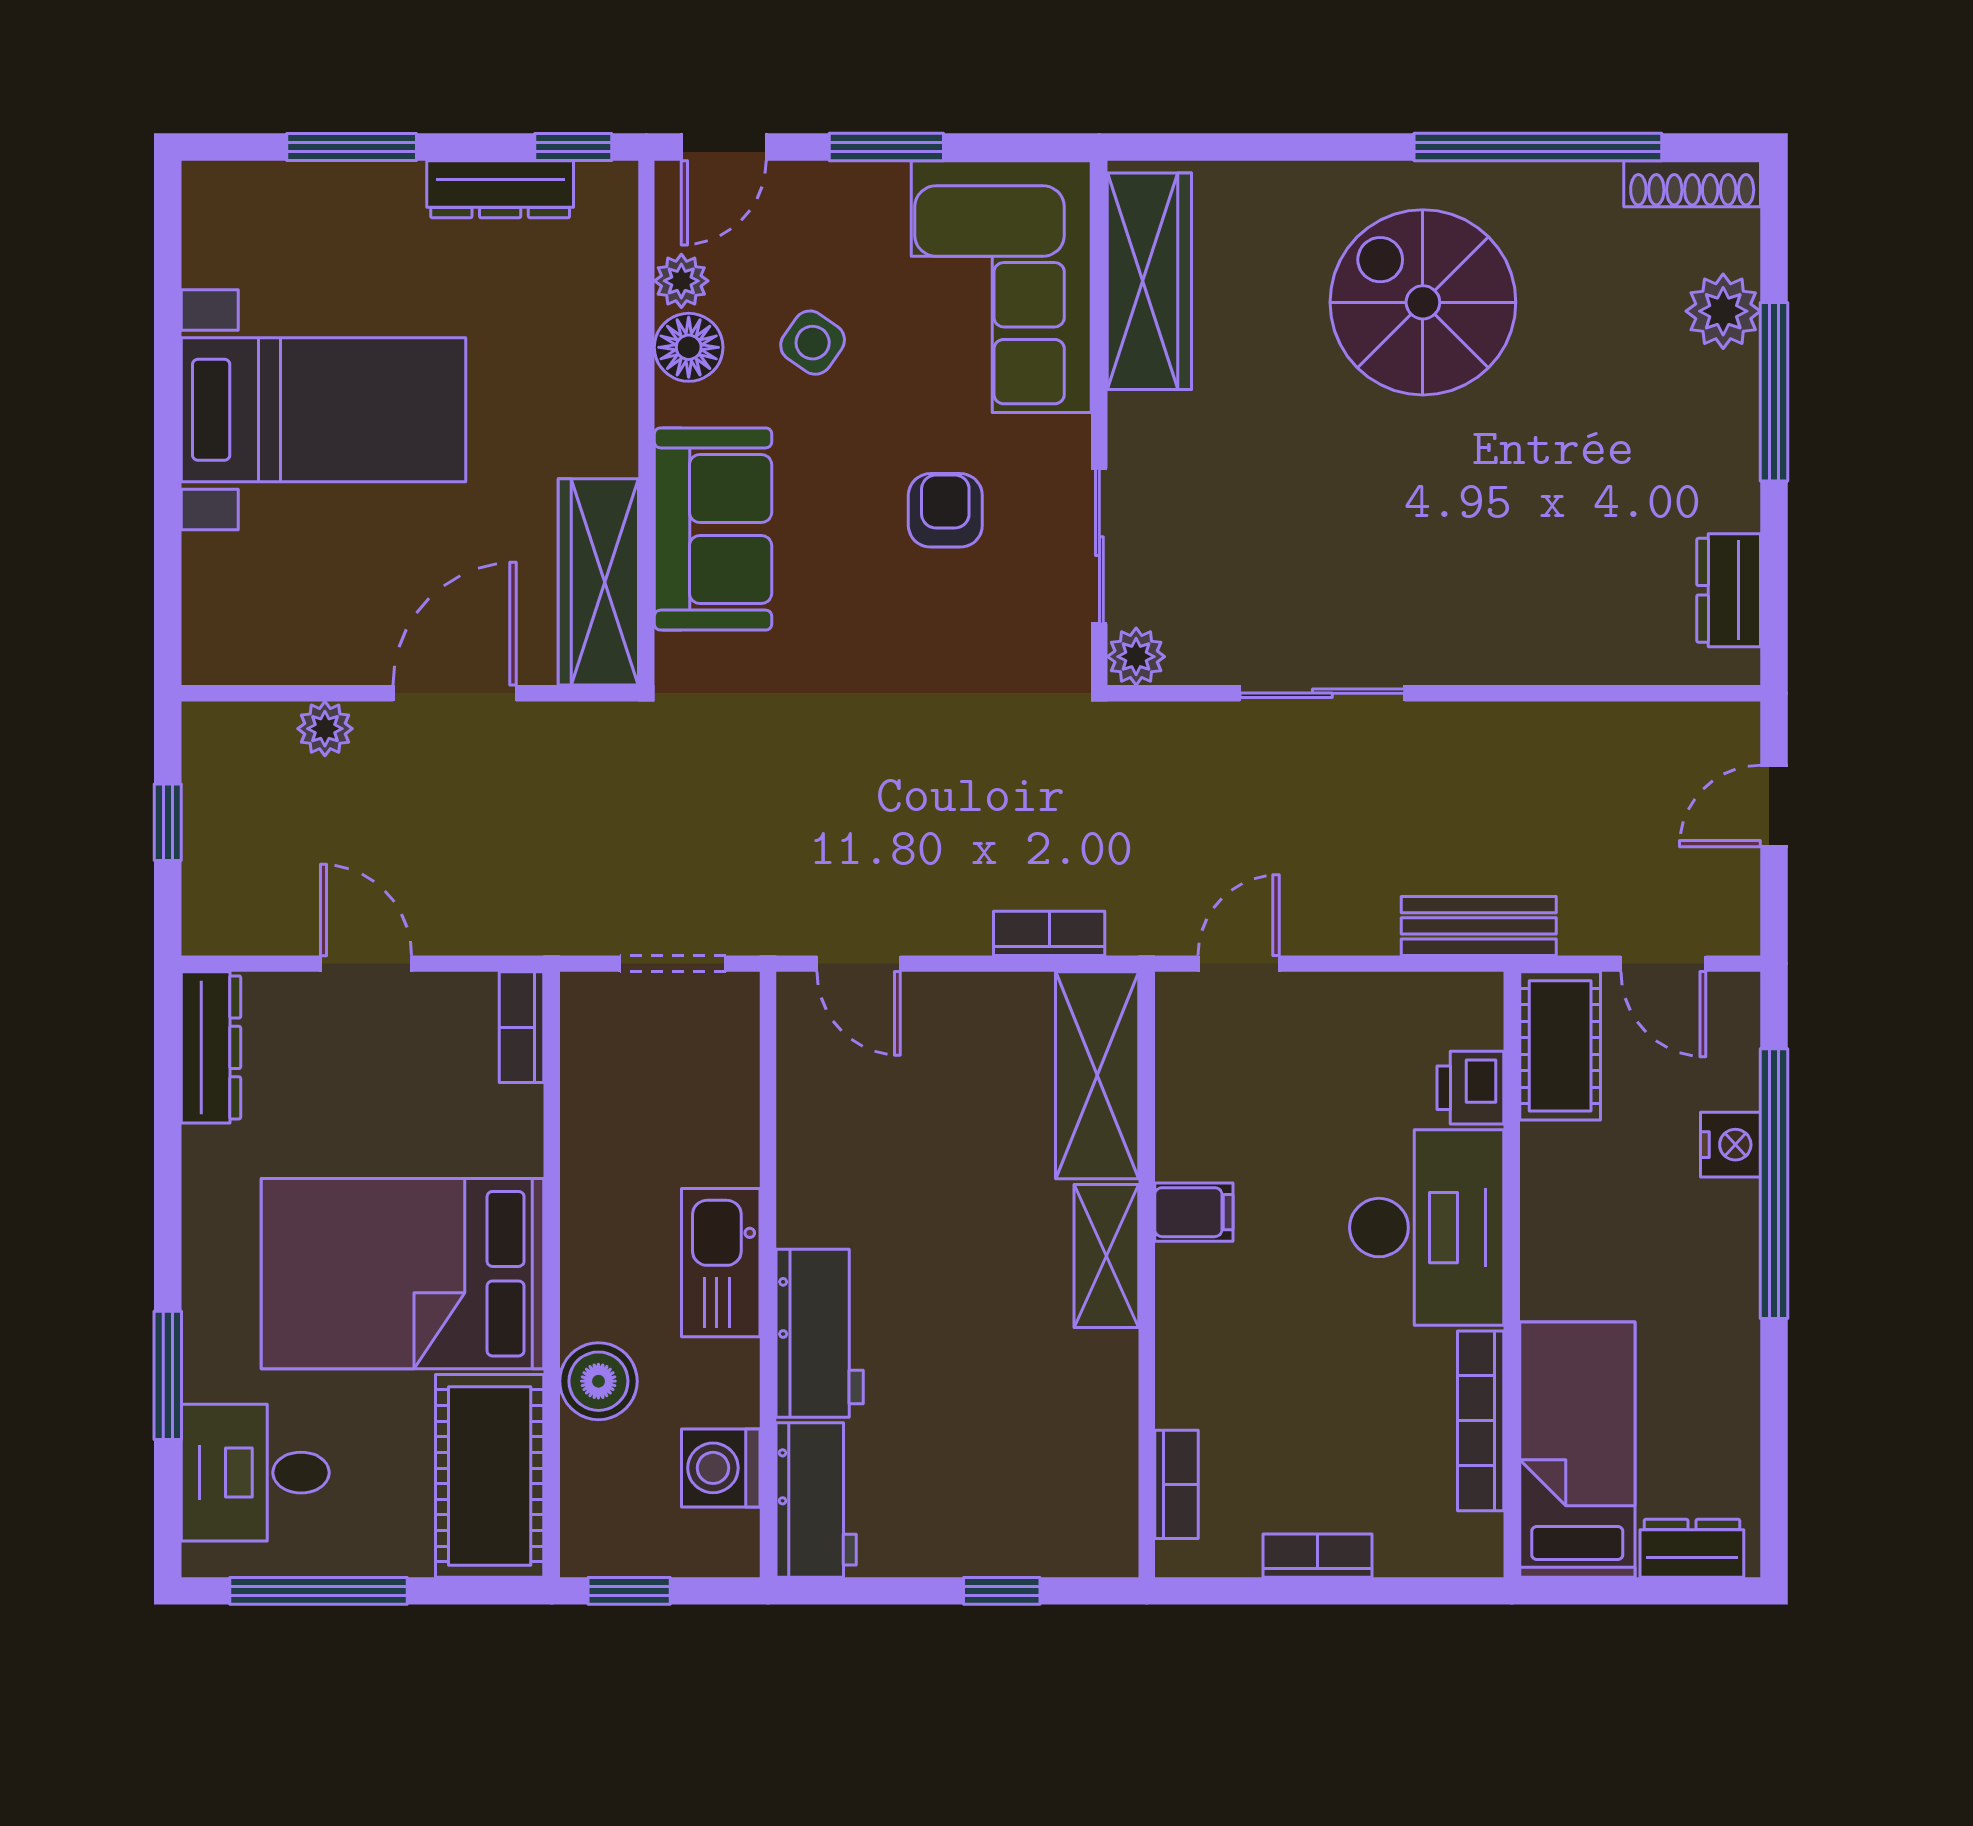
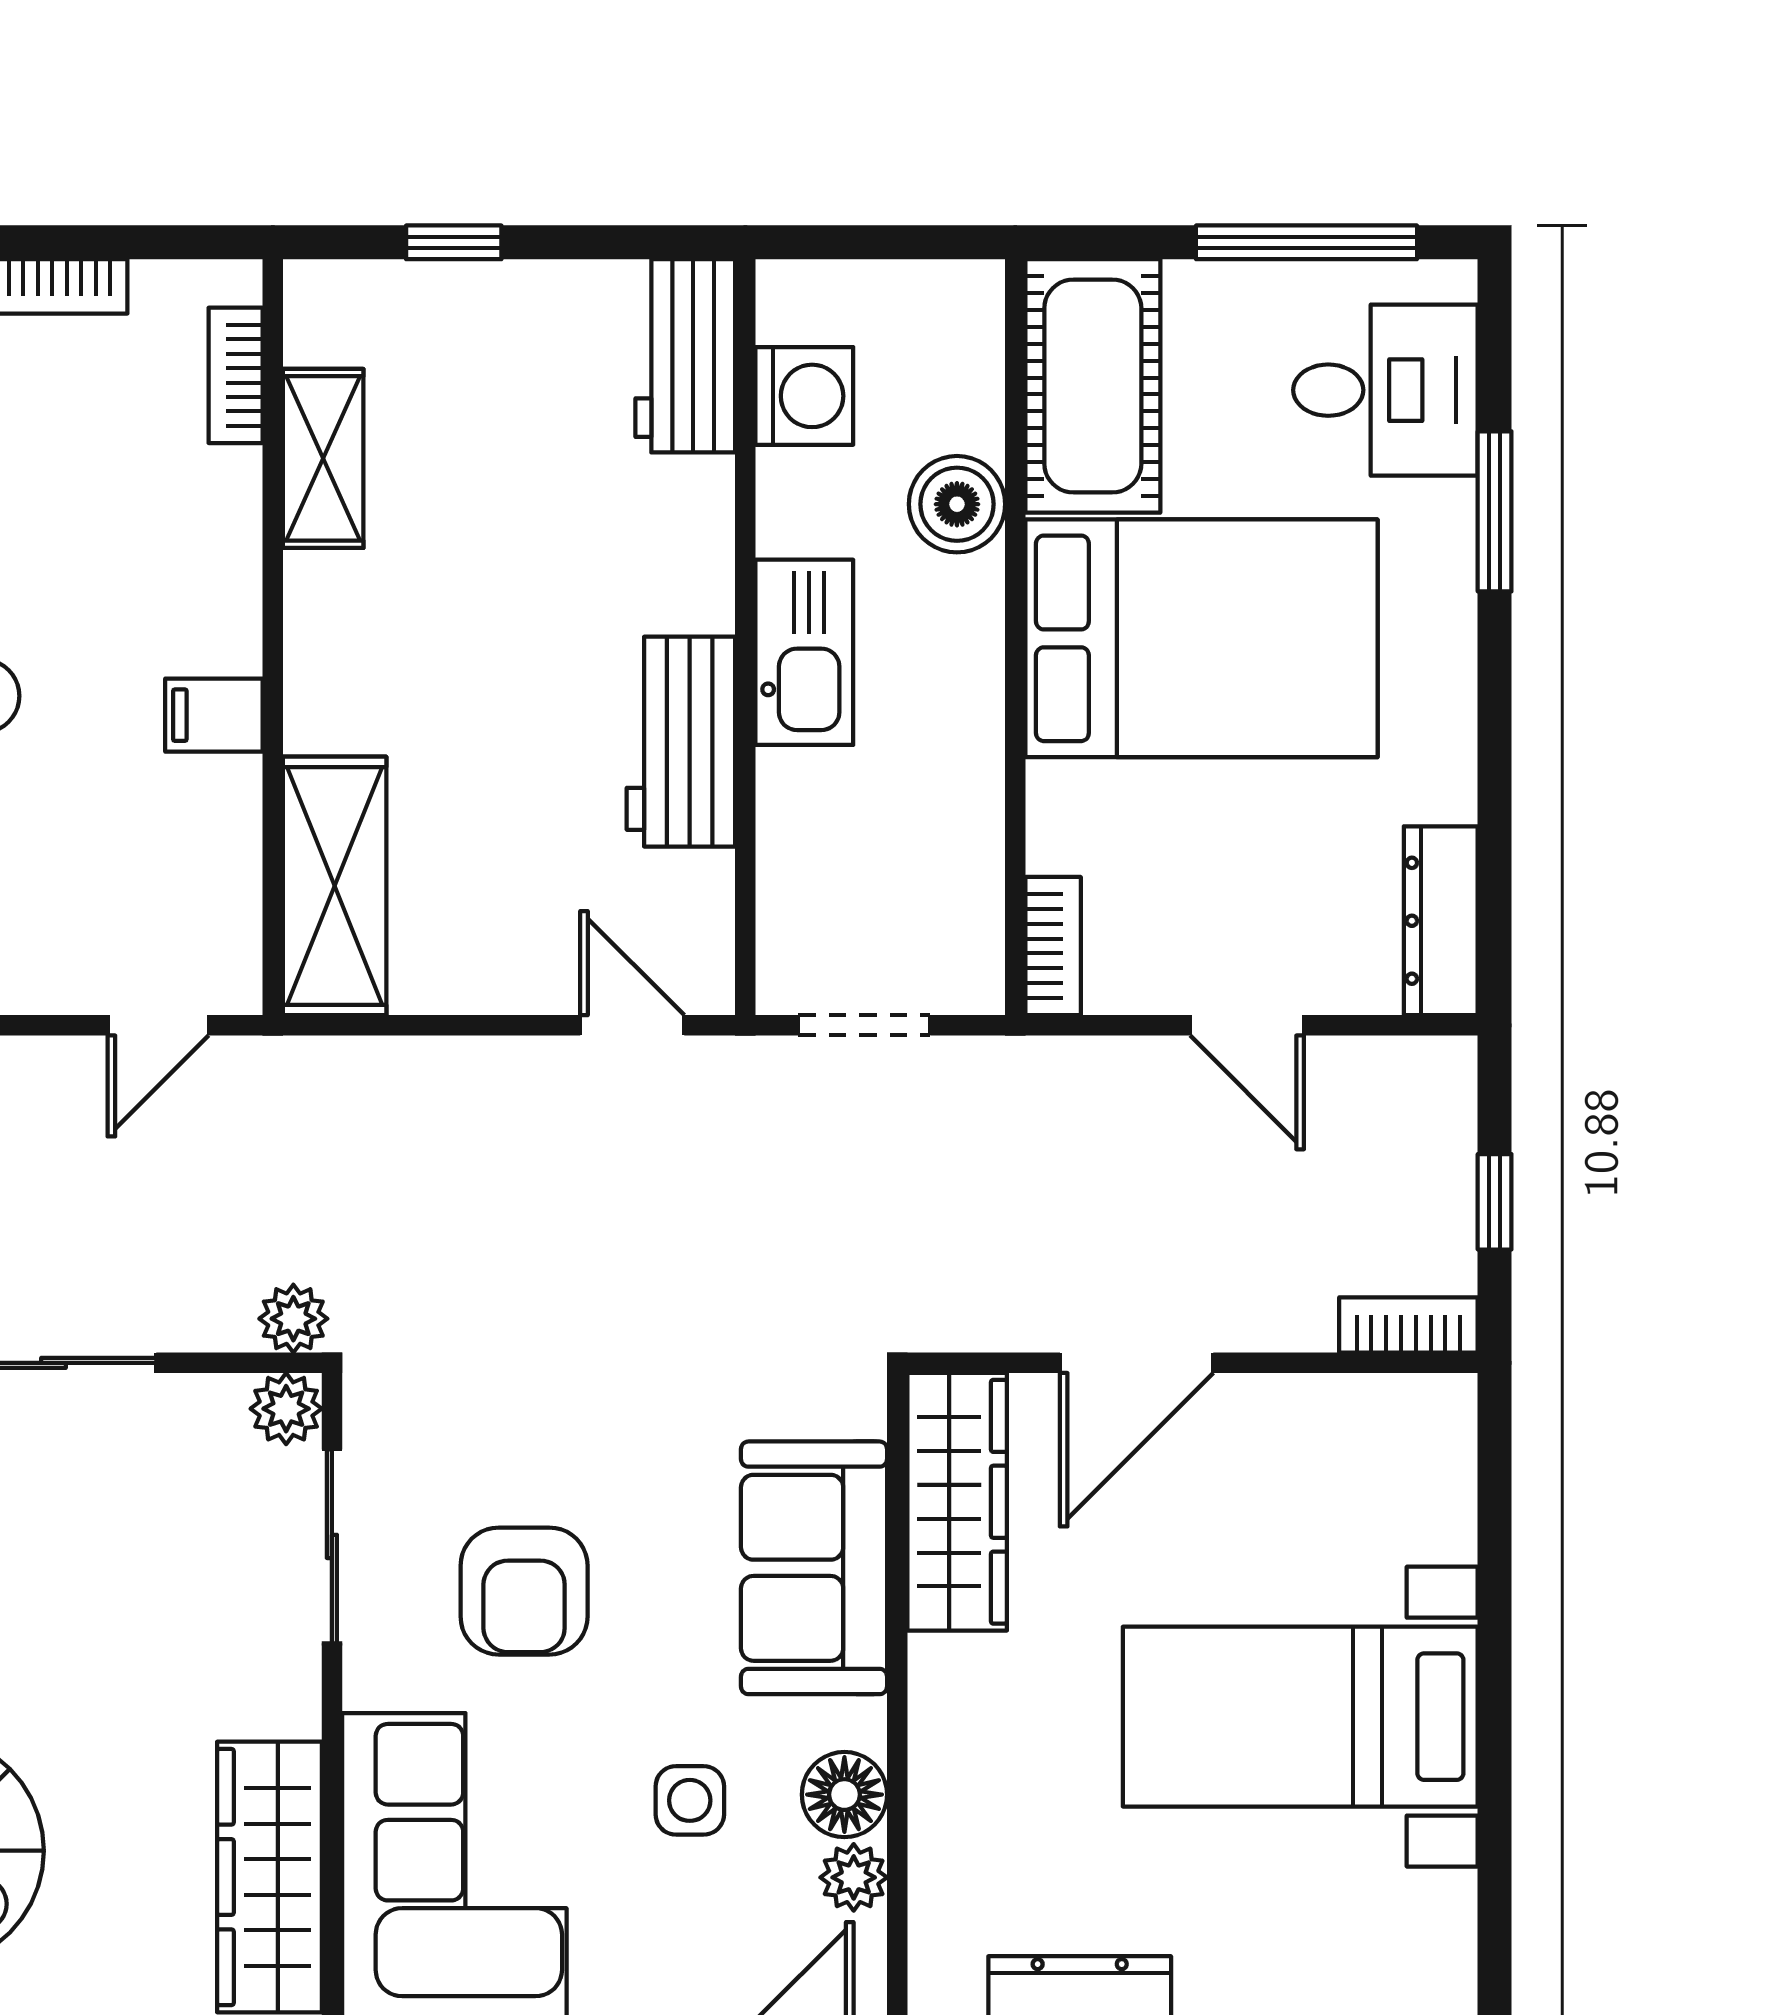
side table: (813, 343) -> (690, 1800), turned -35
armchair: (945, 510) -> (524, 1591), width x1.38, depth x1.38
plant: (325, 729) -> (293, 1319), moved
bookcase: (1049, 933) -> (1408, 1325), moved, turned 180
shelving: (1106, 1256) -> (323, 458), moved
workbench: (820, 1333) -> (681, 742), moved
window: (629, 1591) -> (919, 242), removed

